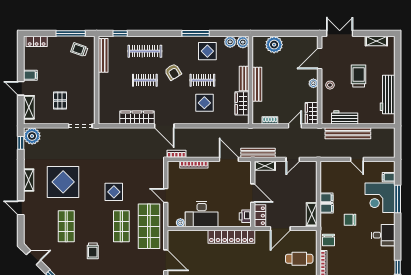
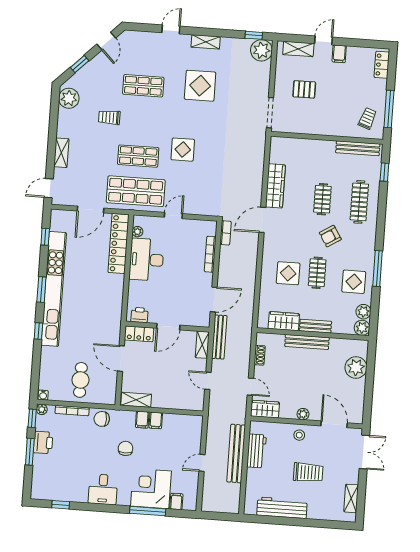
display table: (63, 182) -> (200, 86), width x0.73, depth x0.73
locker: (231, 237) -> (118, 244), moved

